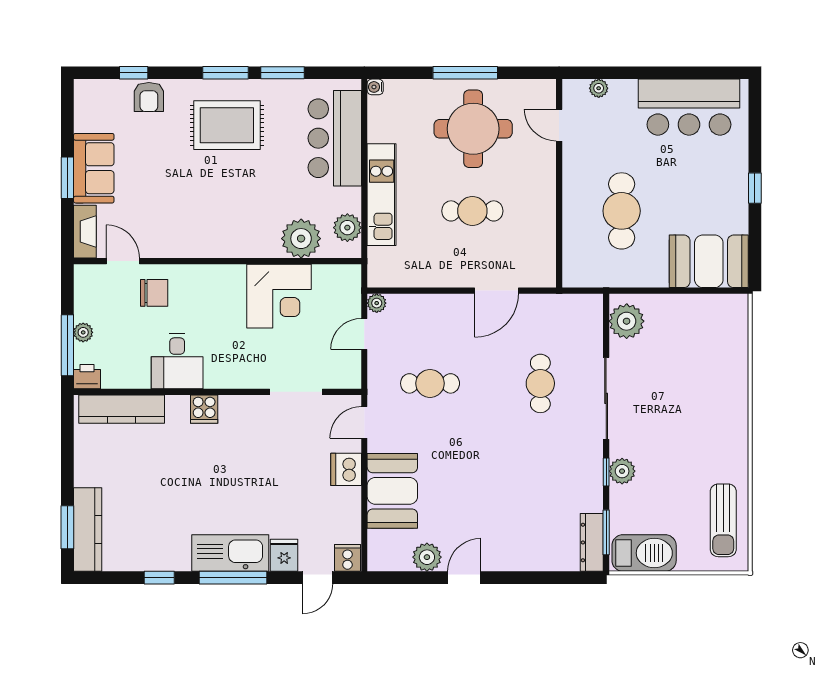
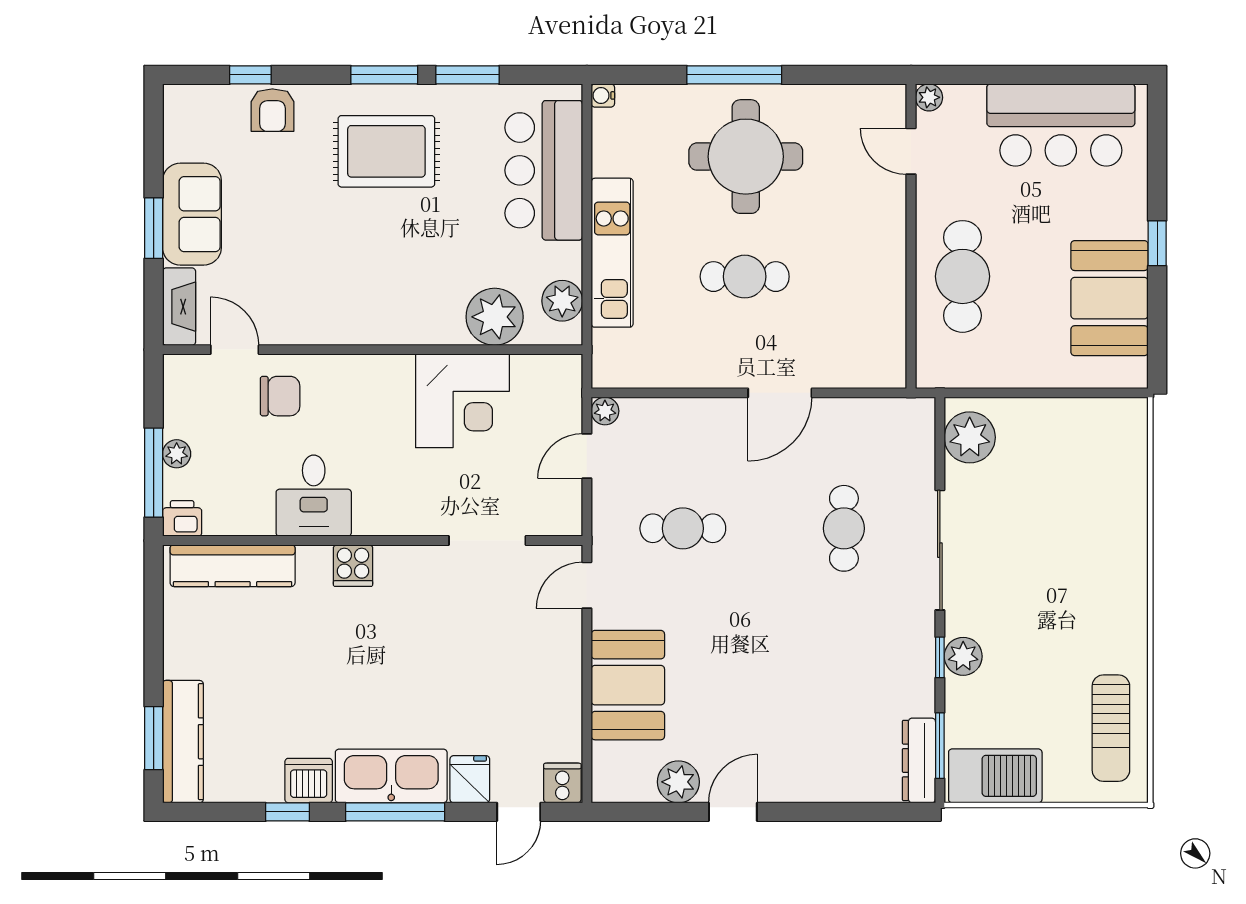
door: (559, 125) -> (911, 151), moved
wall: (559, 183) -> (911, 236), moved
booth: (709, 261) -> (1109, 298), moved, turned 90
dishwasher: (346, 469) -> (309, 781), moved, turned 90

